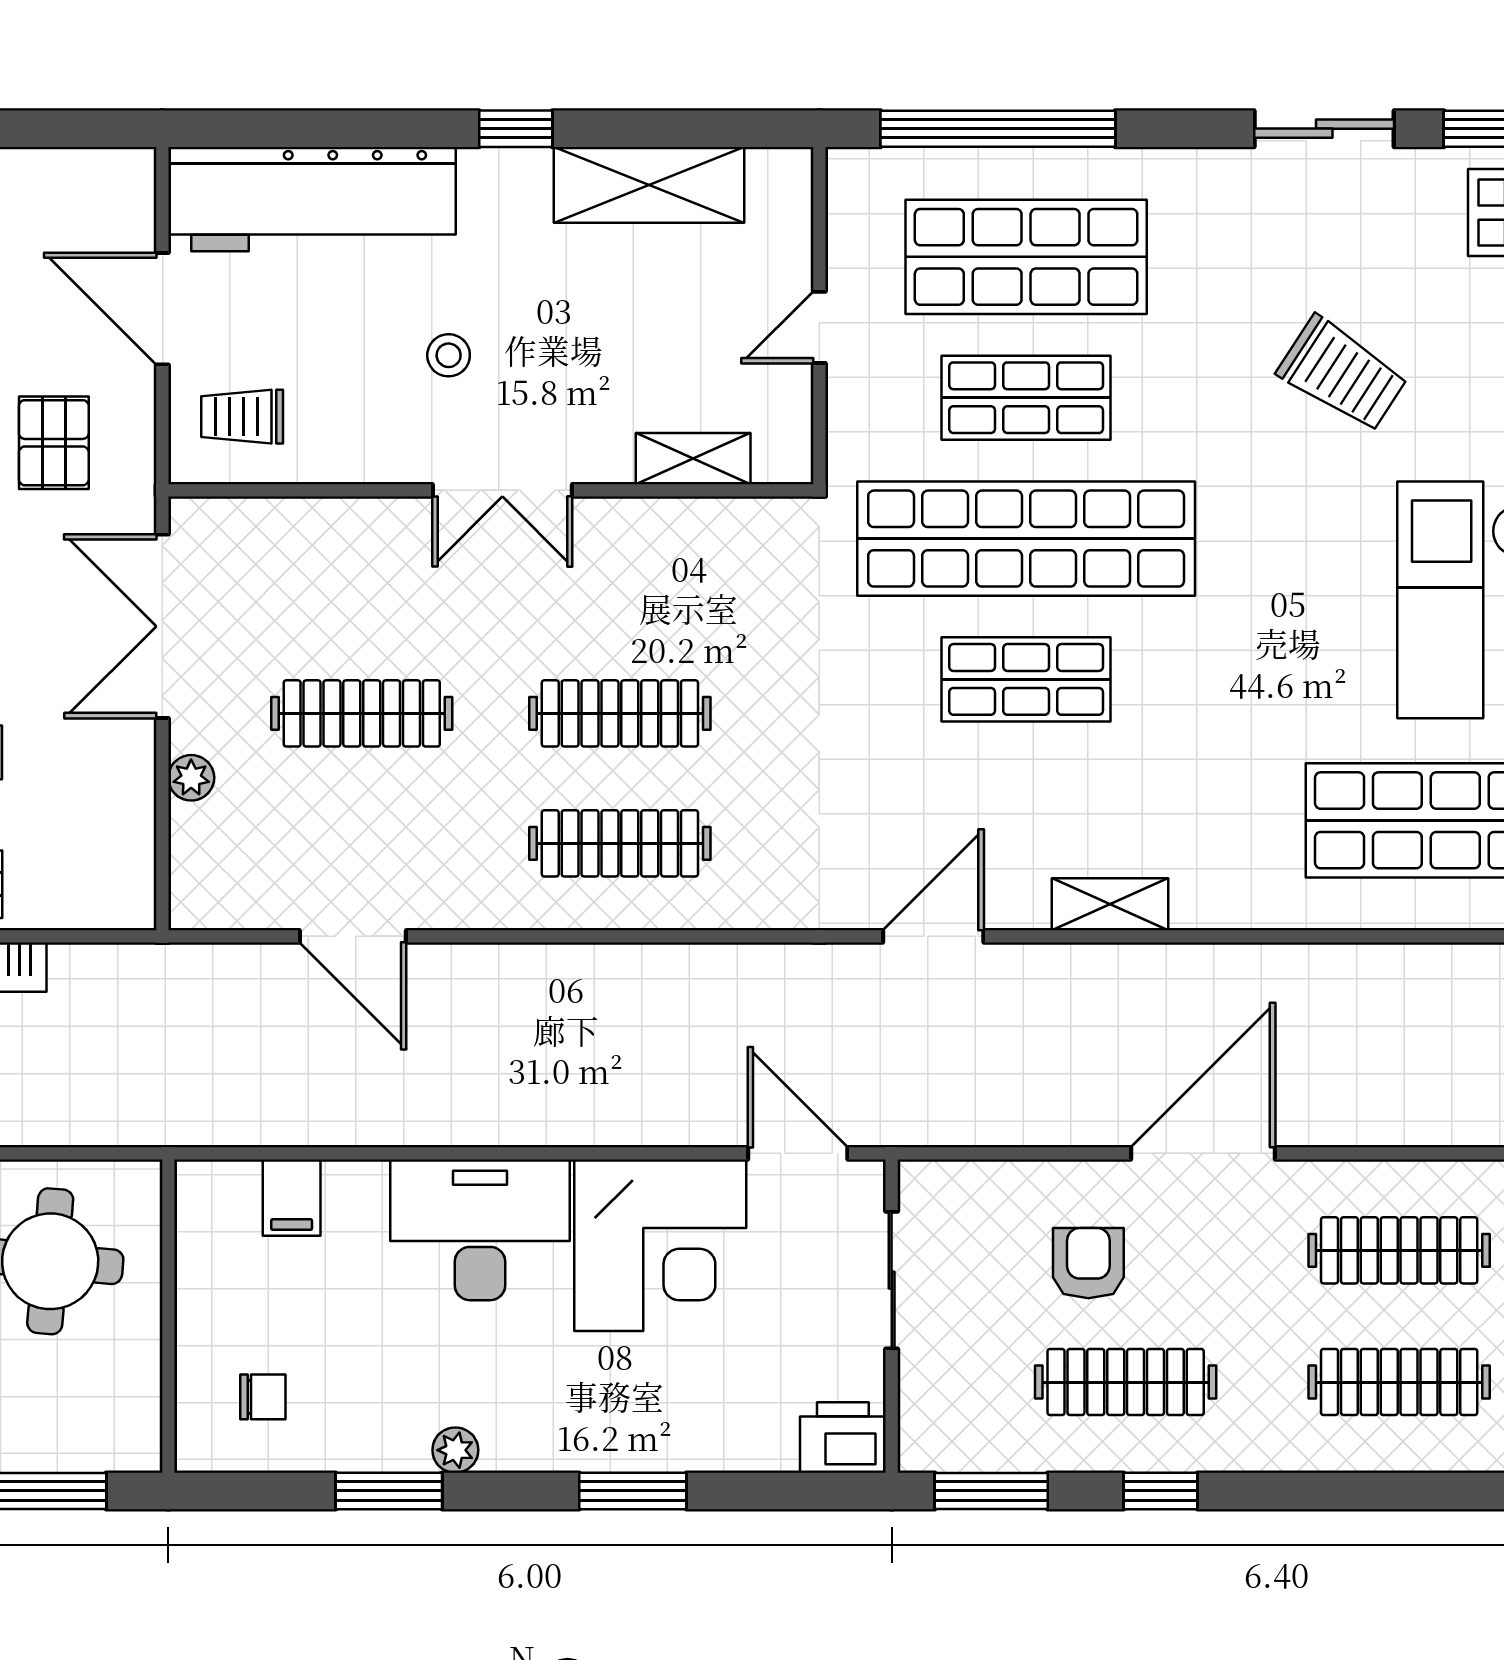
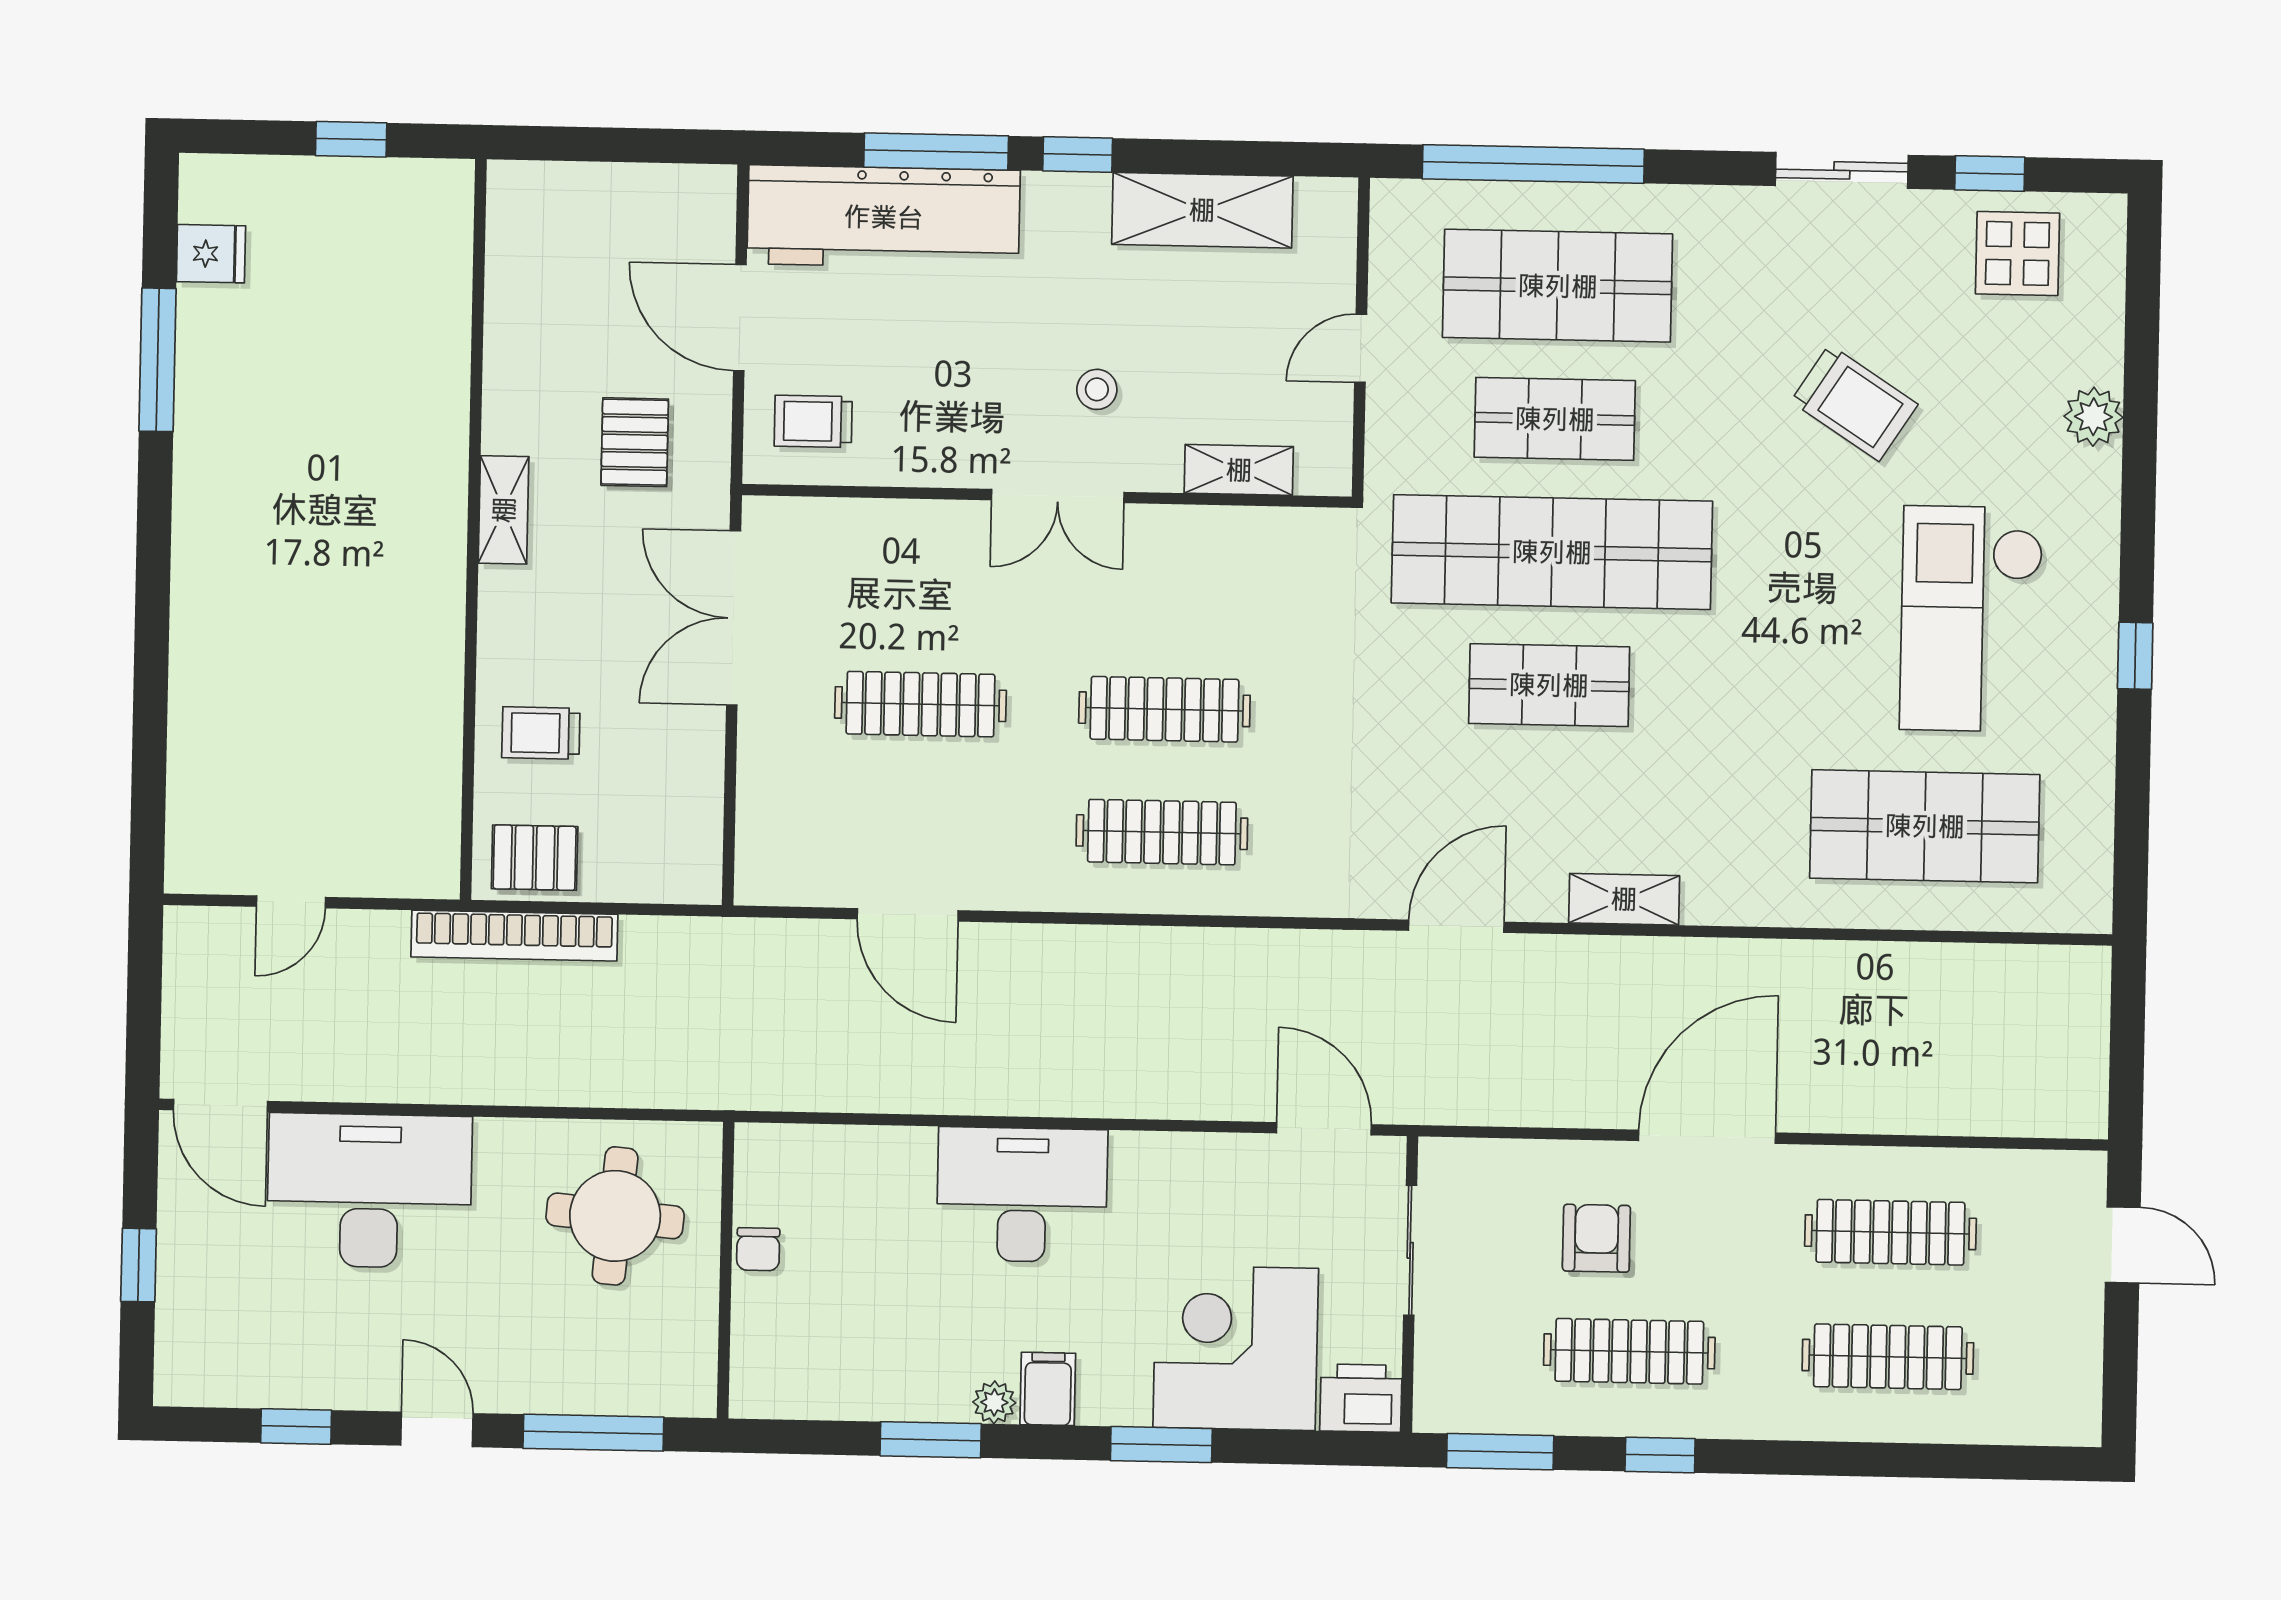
window: (366, 129) -> (936, 151), added
stool: (449, 355) -> (1097, 389), moved
plant: (191, 778) -> (758, 762), removed
filing cabinet: (292, 1198) -> (1048, 1389), moved, turned 180
corner desk: (660, 1245) -> (1236, 1348), moved, turned 180
chair: (263, 1397) -> (758, 1249), moved, turned 90

